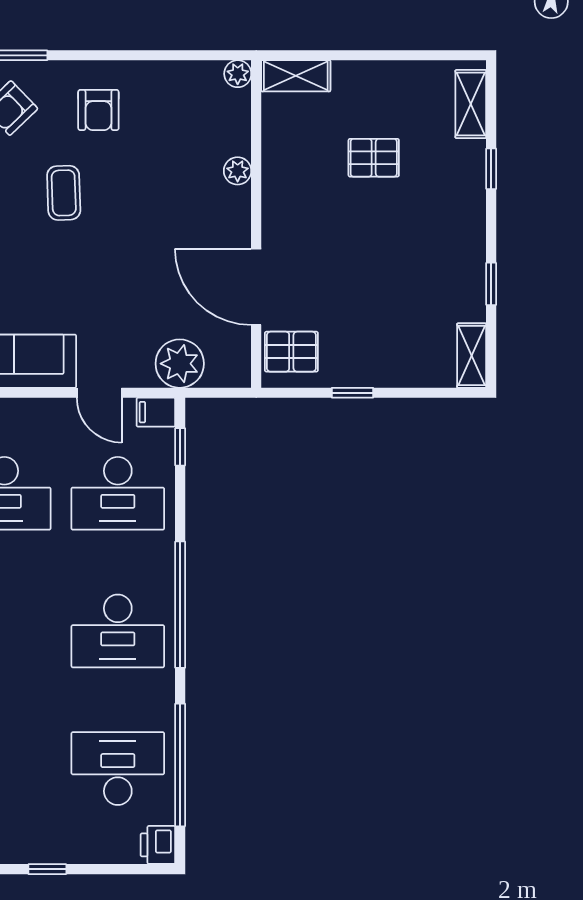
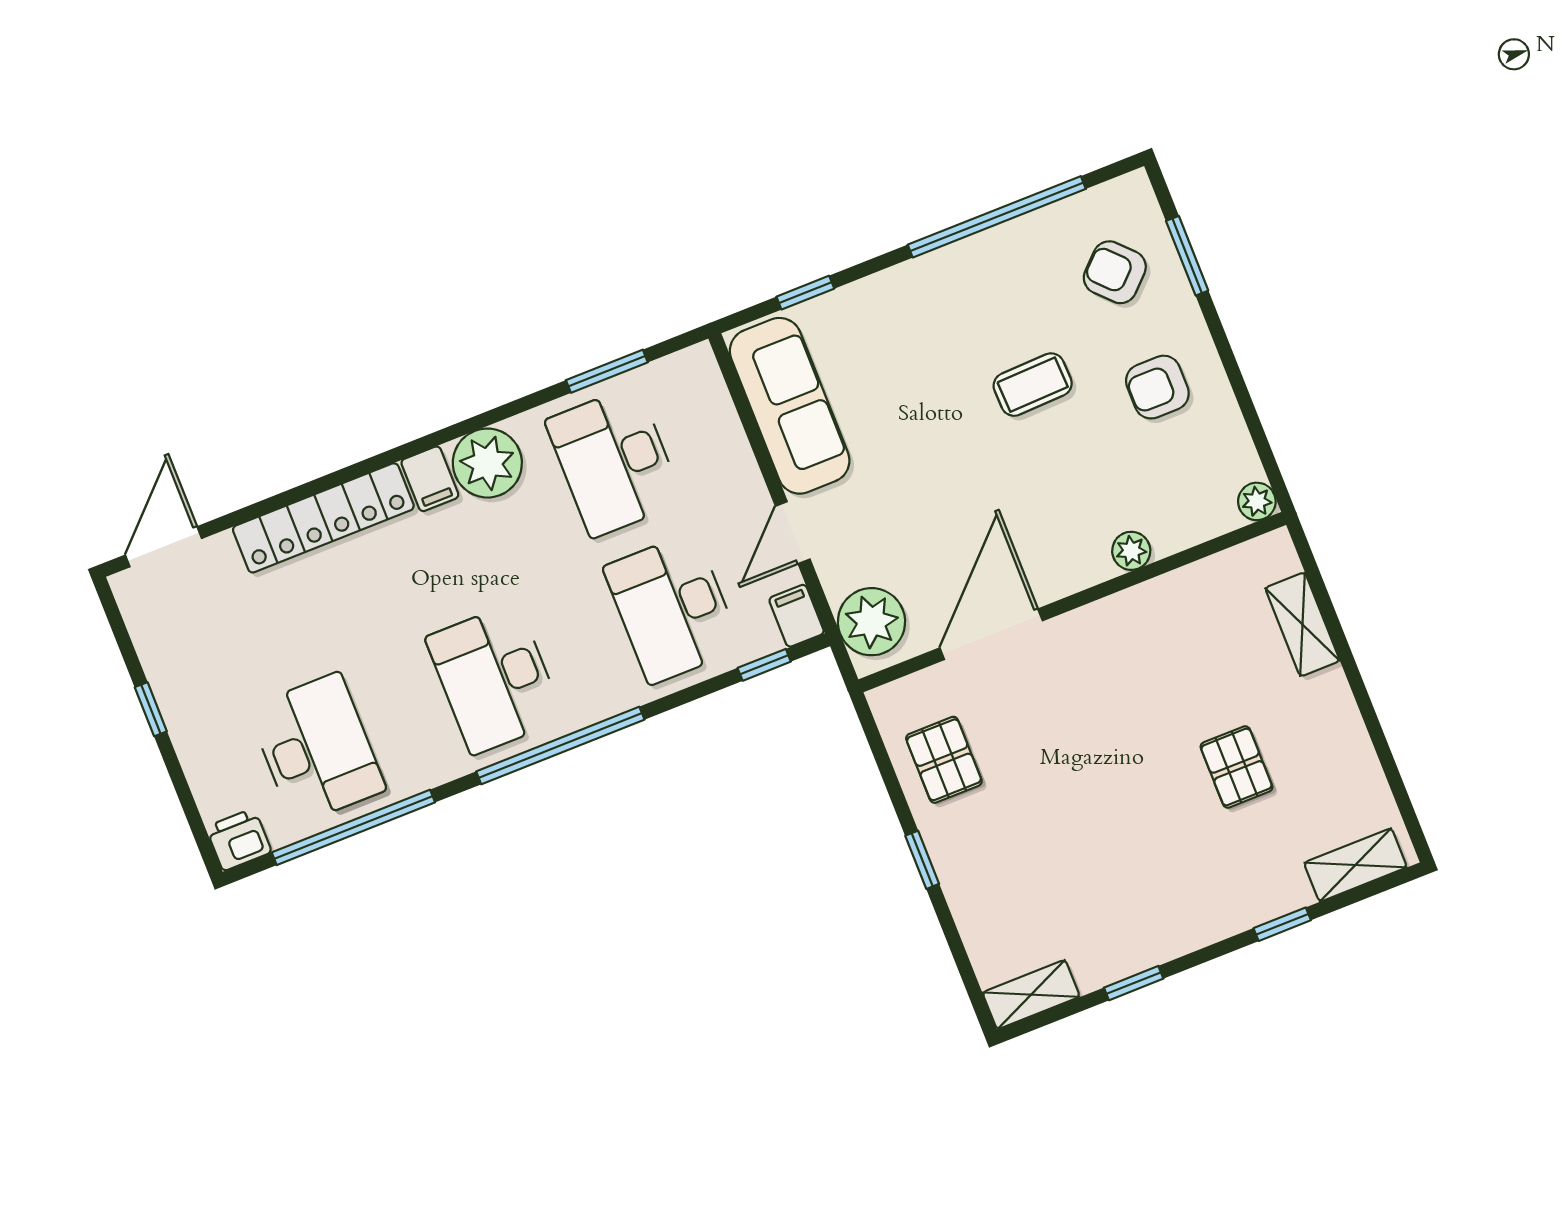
plant: (238, 74) -> (1257, 501), moved
plant: (238, 171) -> (1131, 551), moved
wall: (256, 224) -> (1072, 602), moved
door: (256, 287) -> (991, 634), moved

